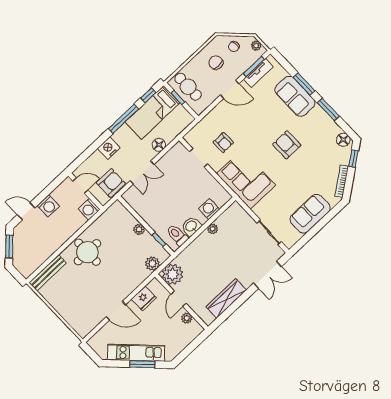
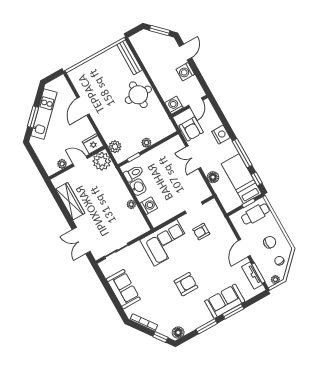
fridge: (144, 298) -> (93, 144), moved, turned 90

